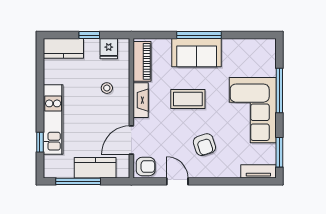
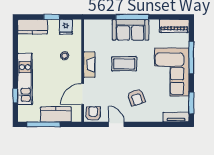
piano: (142, 61) -> (174, 26), moved, turned 90
armchair: (146, 166) -> (93, 113), turned -90

